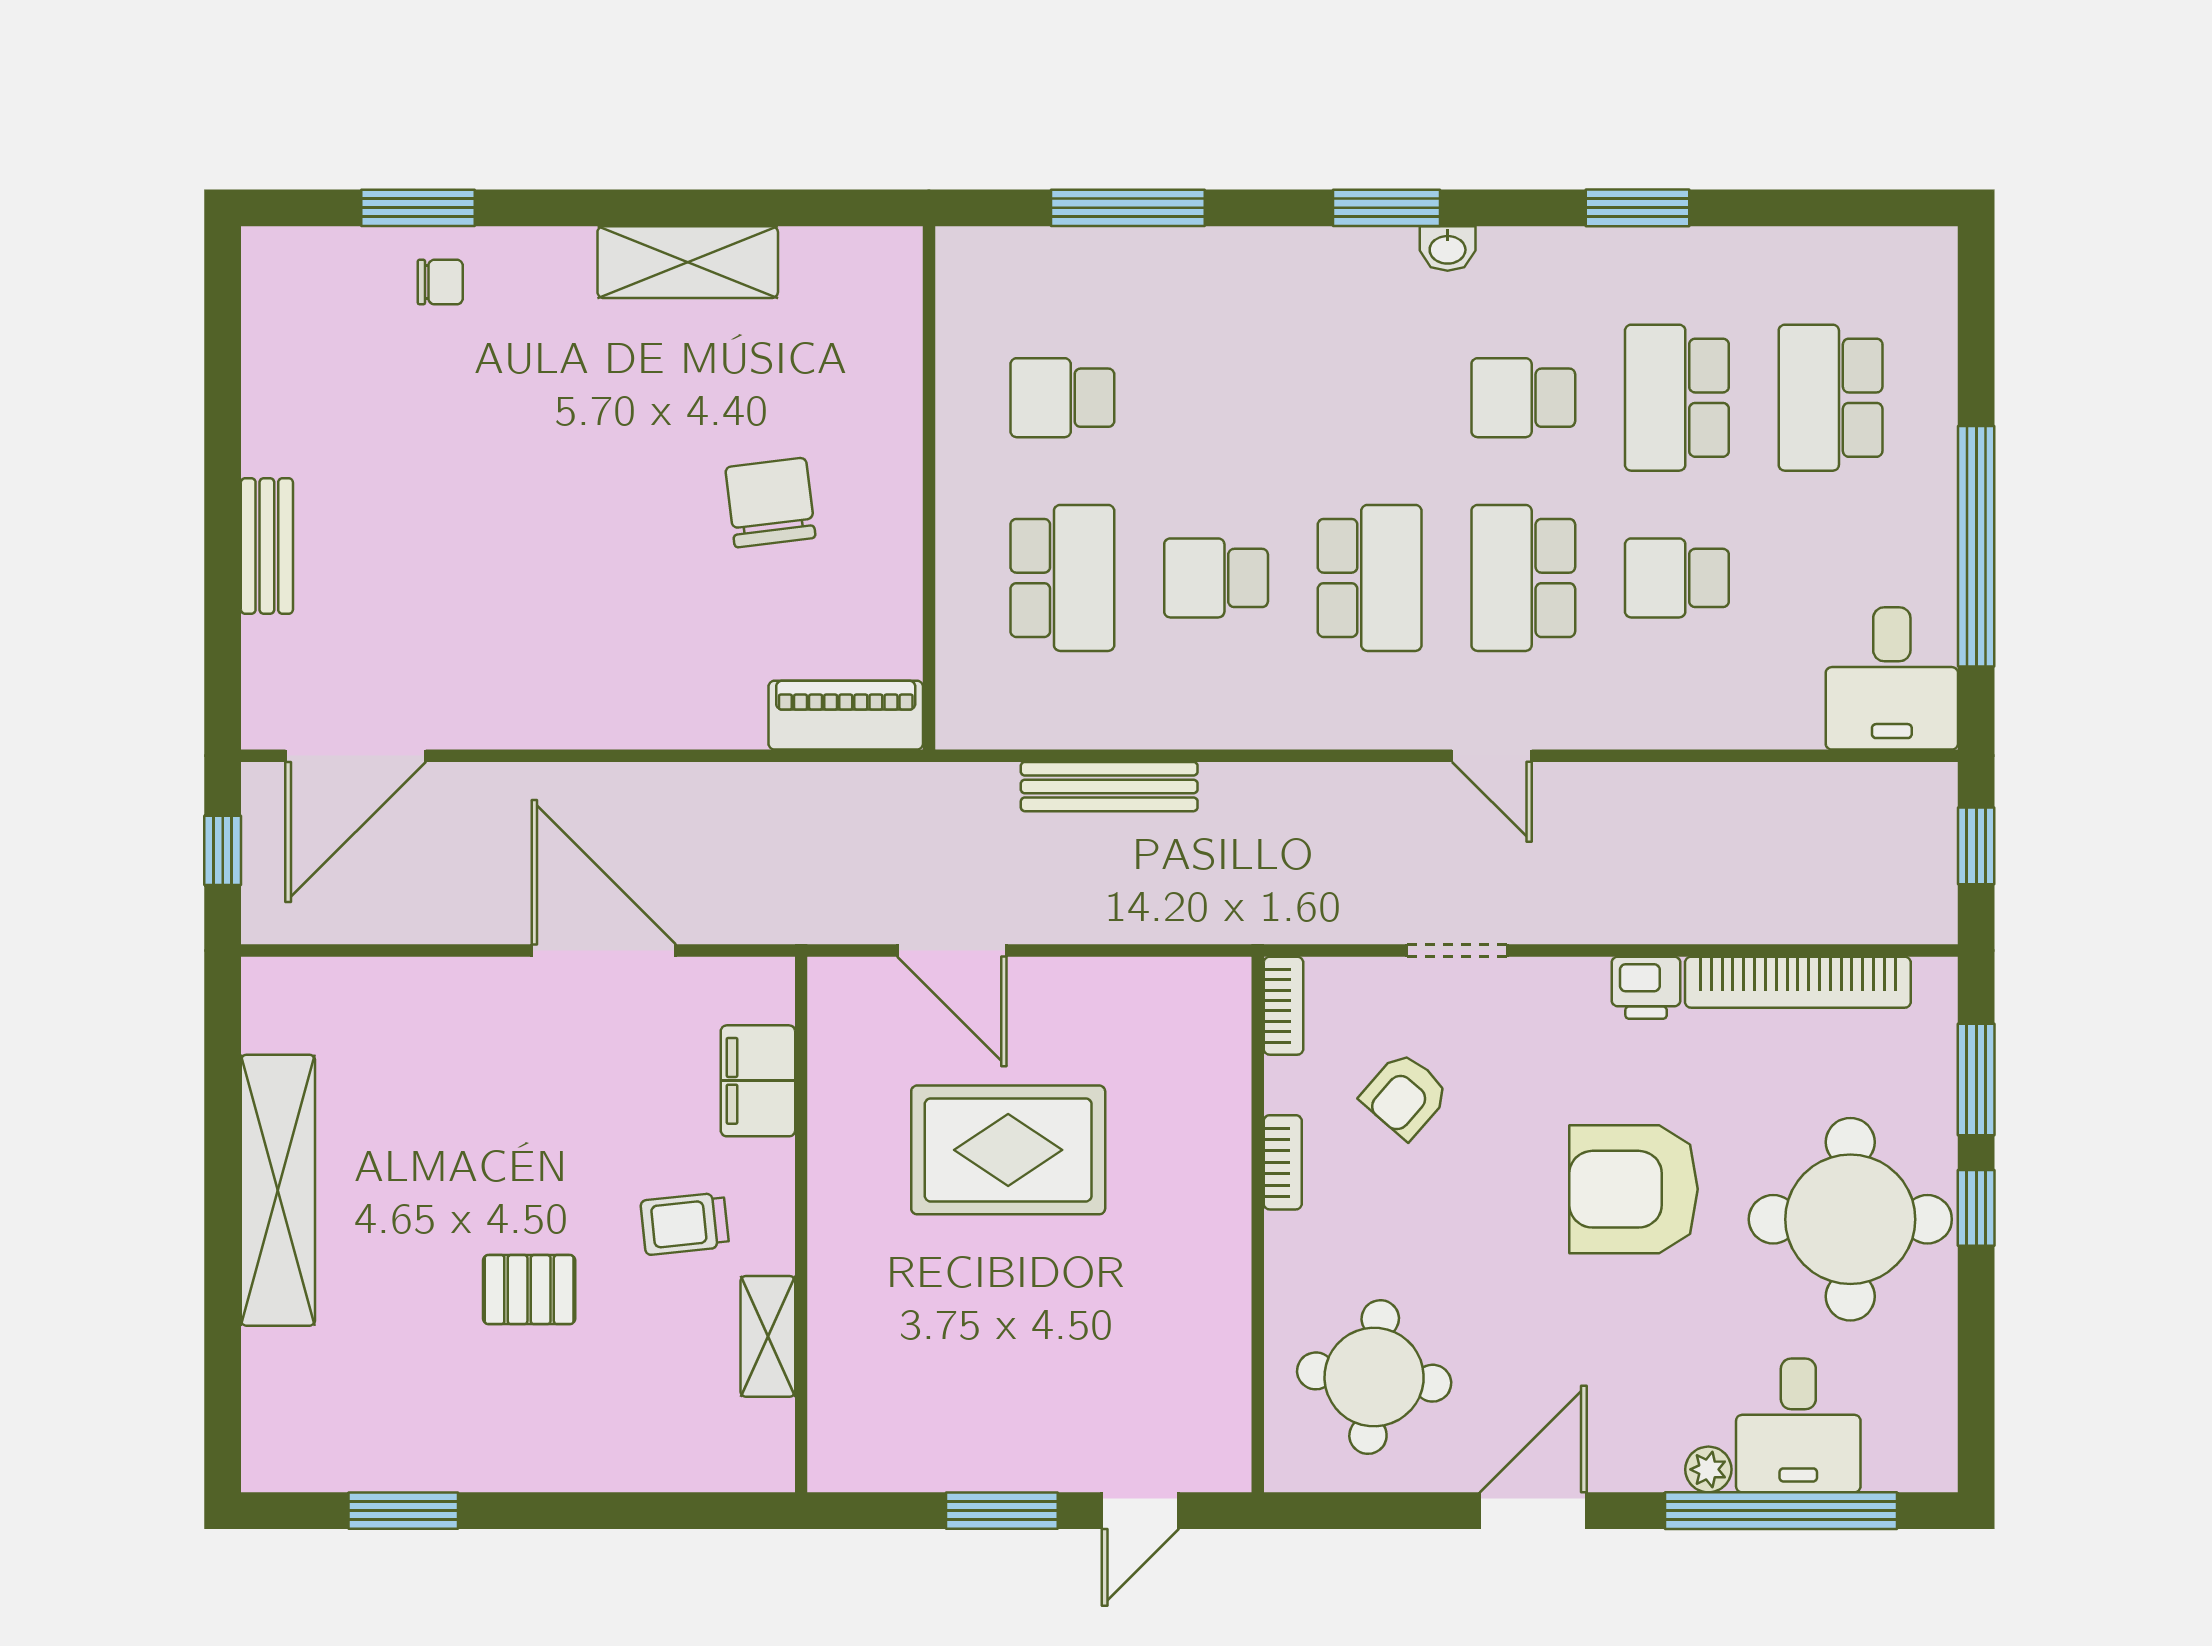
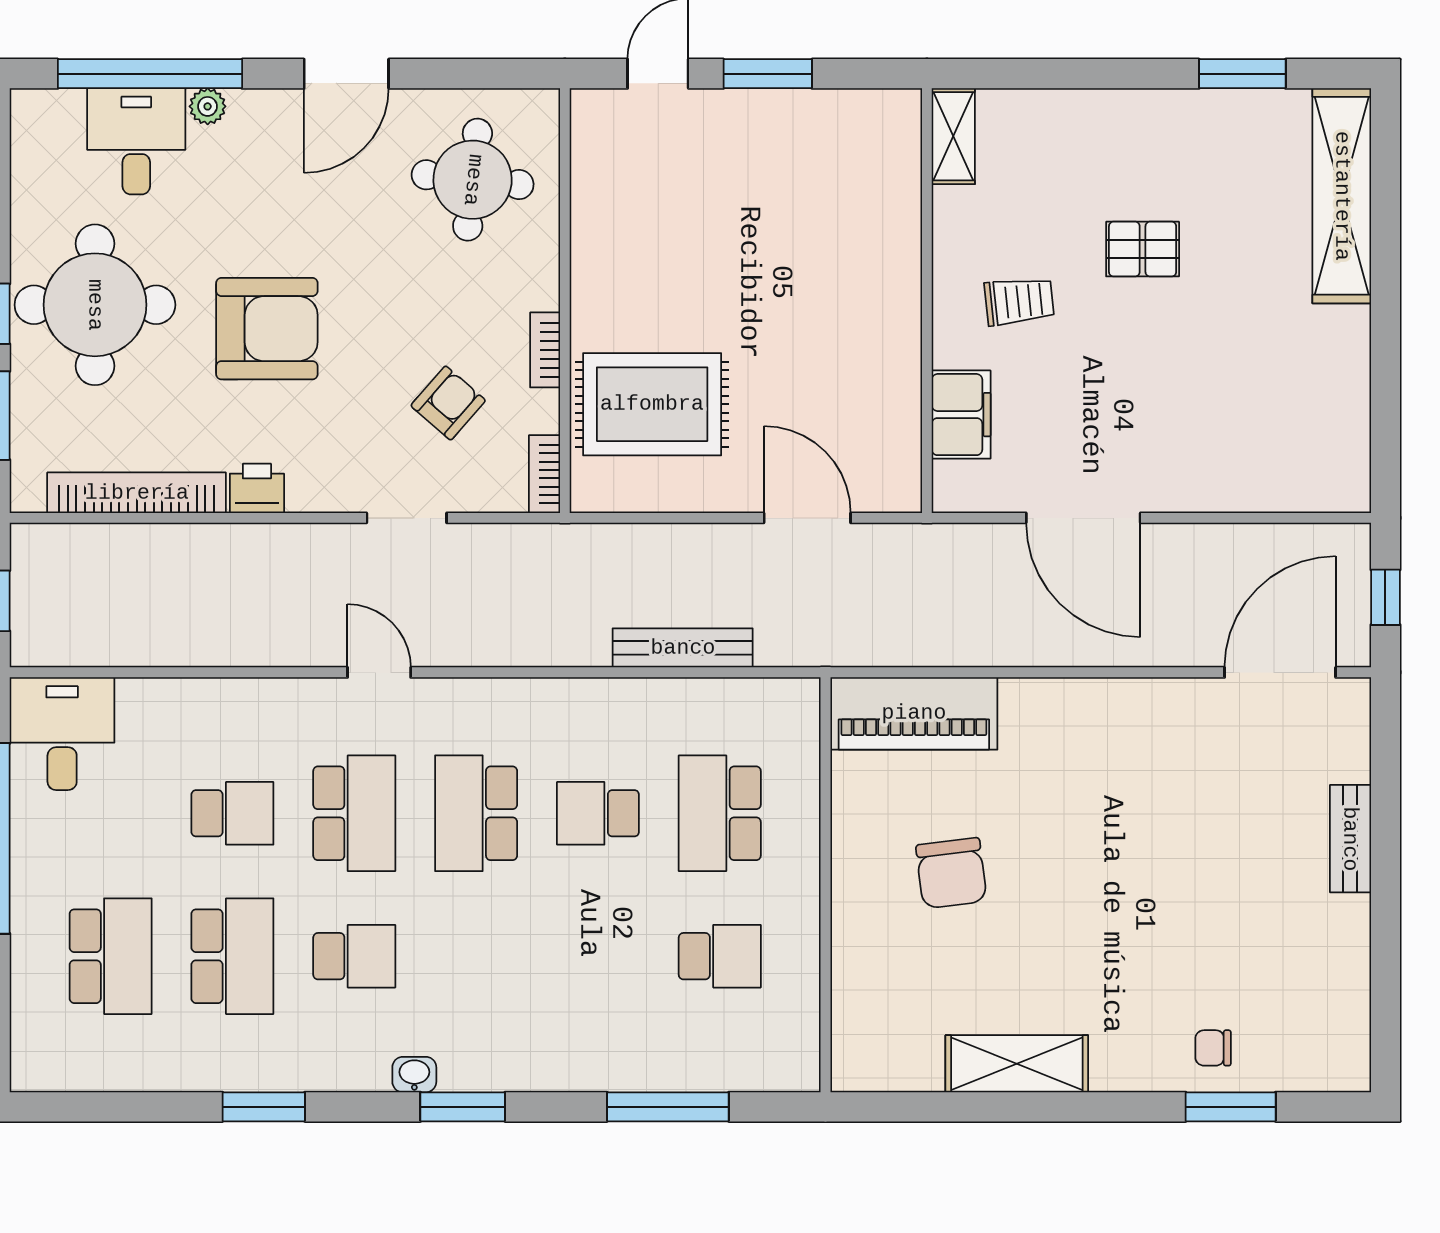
school desk: (1216, 578) -> (598, 813), turned 180
piano: (846, 715) -> (914, 713), width x1.37, depth x1.33
rug: (1008, 1150) -> (652, 404), moved
shelving: (278, 1190) -> (1342, 196), moved
shelving: (768, 1336) -> (953, 136), moved

